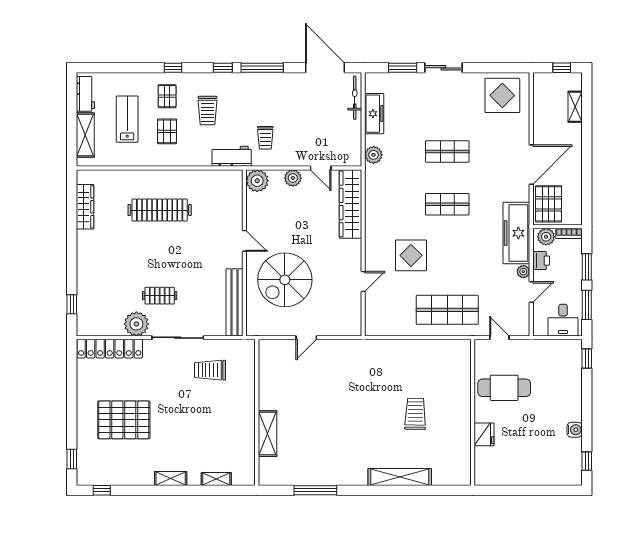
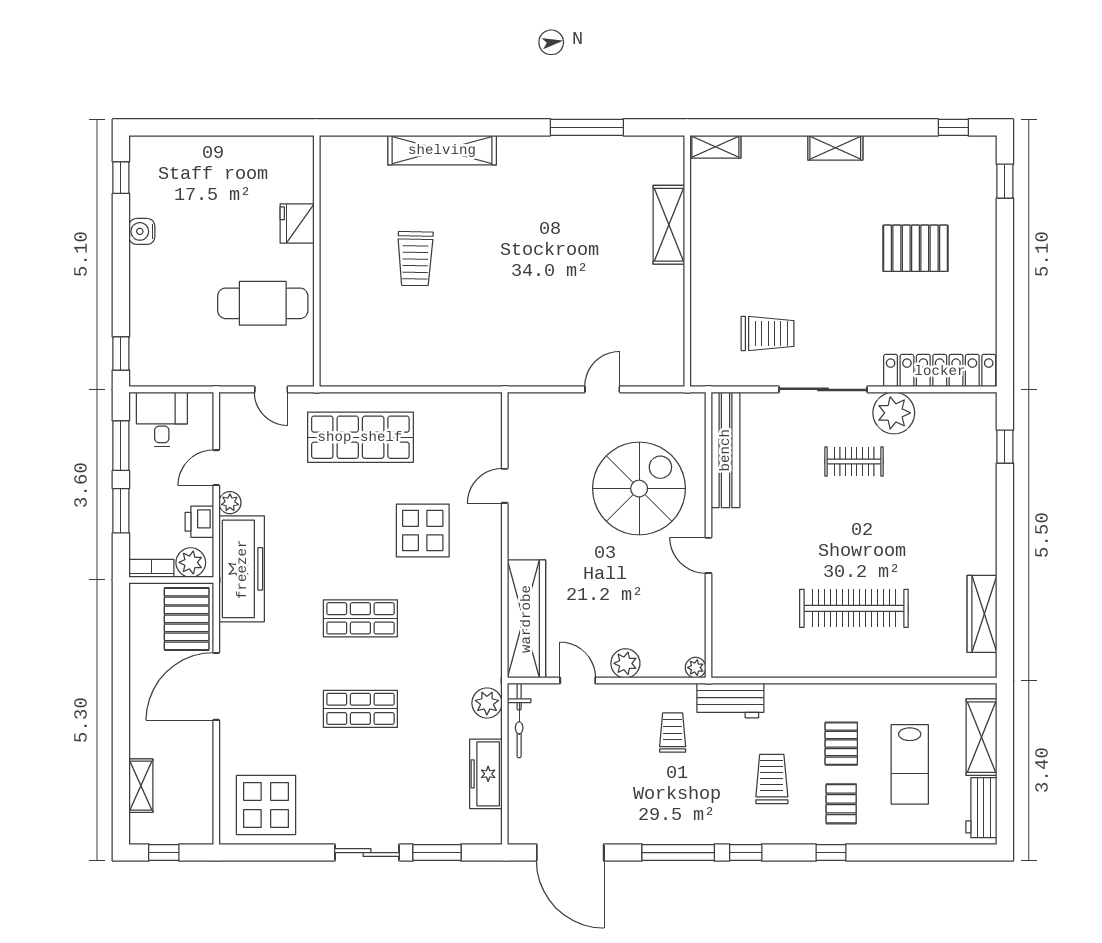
bicycle: (355, 98) -> (519, 720), moved
plant: (257, 181) -> (696, 668), width x0.53, depth x0.53
pallet: (124, 420) -> (916, 248), width x0.73, depth x0.71
shelving: (216, 479) -> (715, 147), moved

